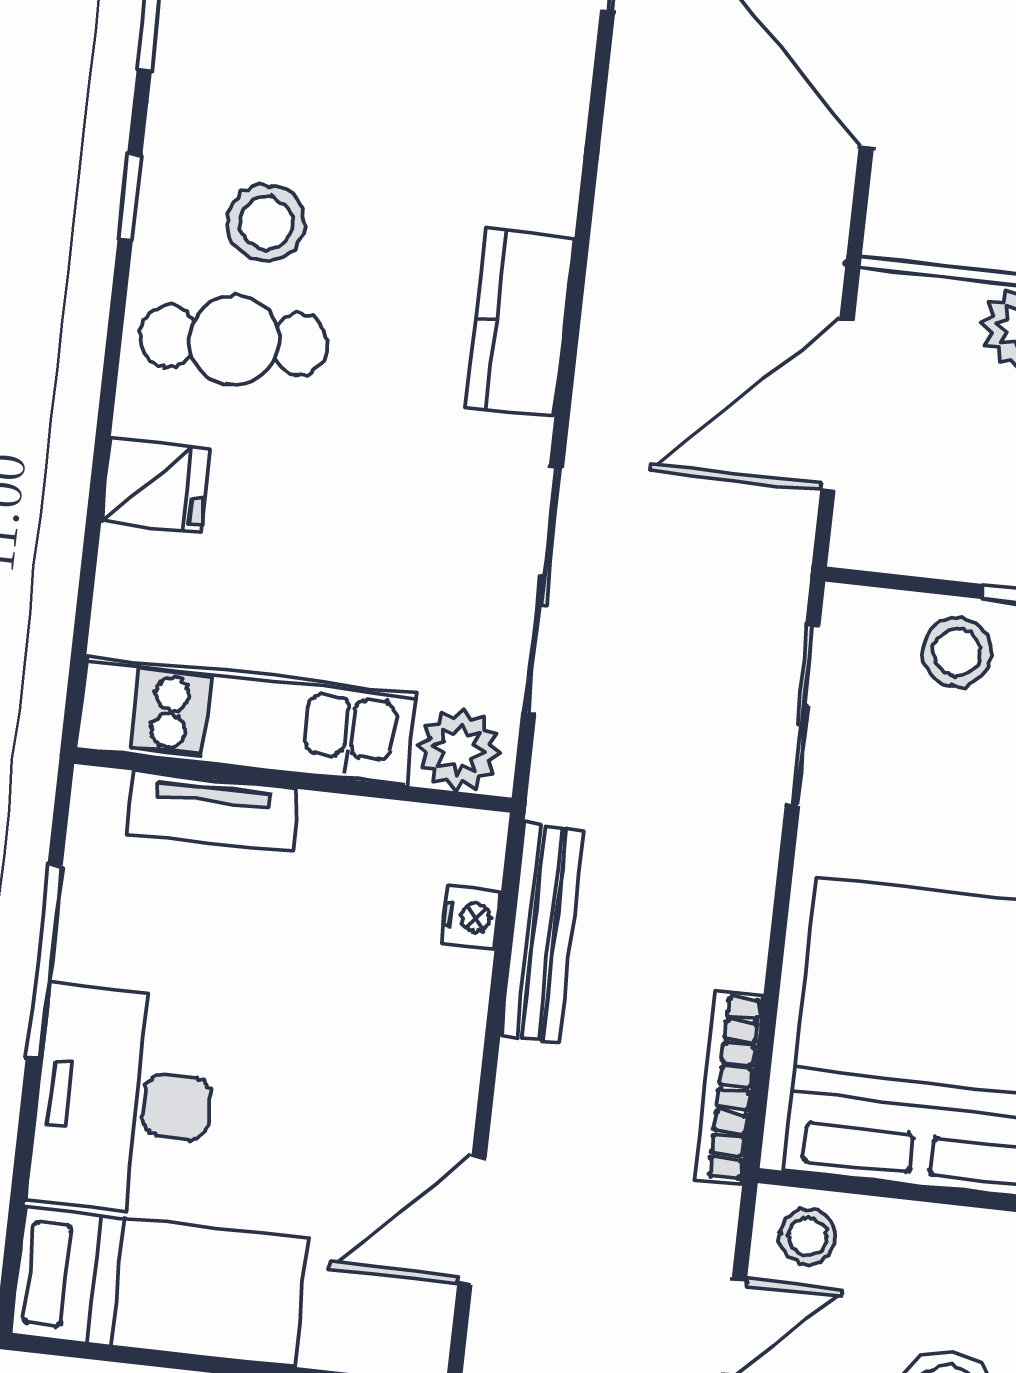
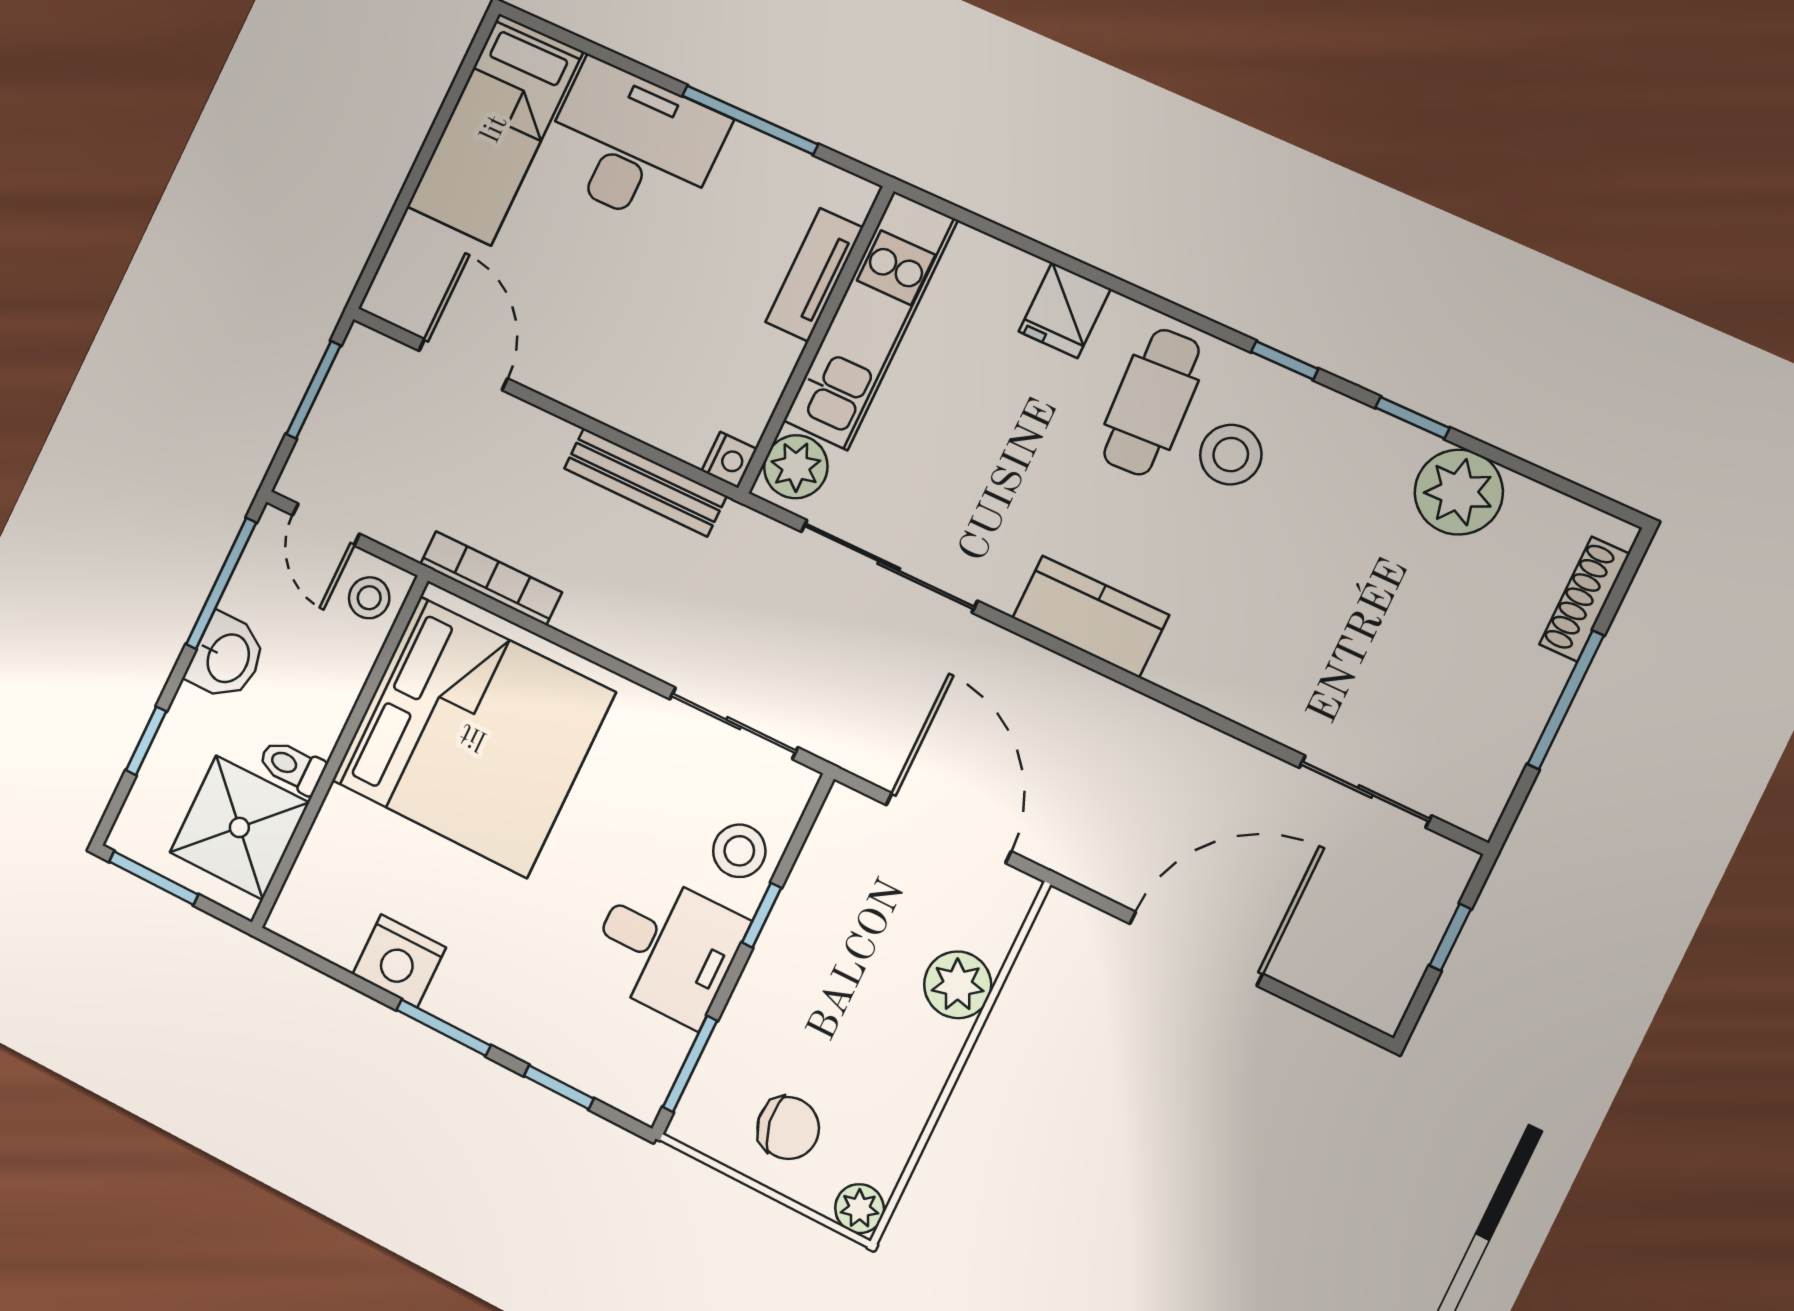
nightstand: (471, 917) -> (729, 460), moved, turned -90

